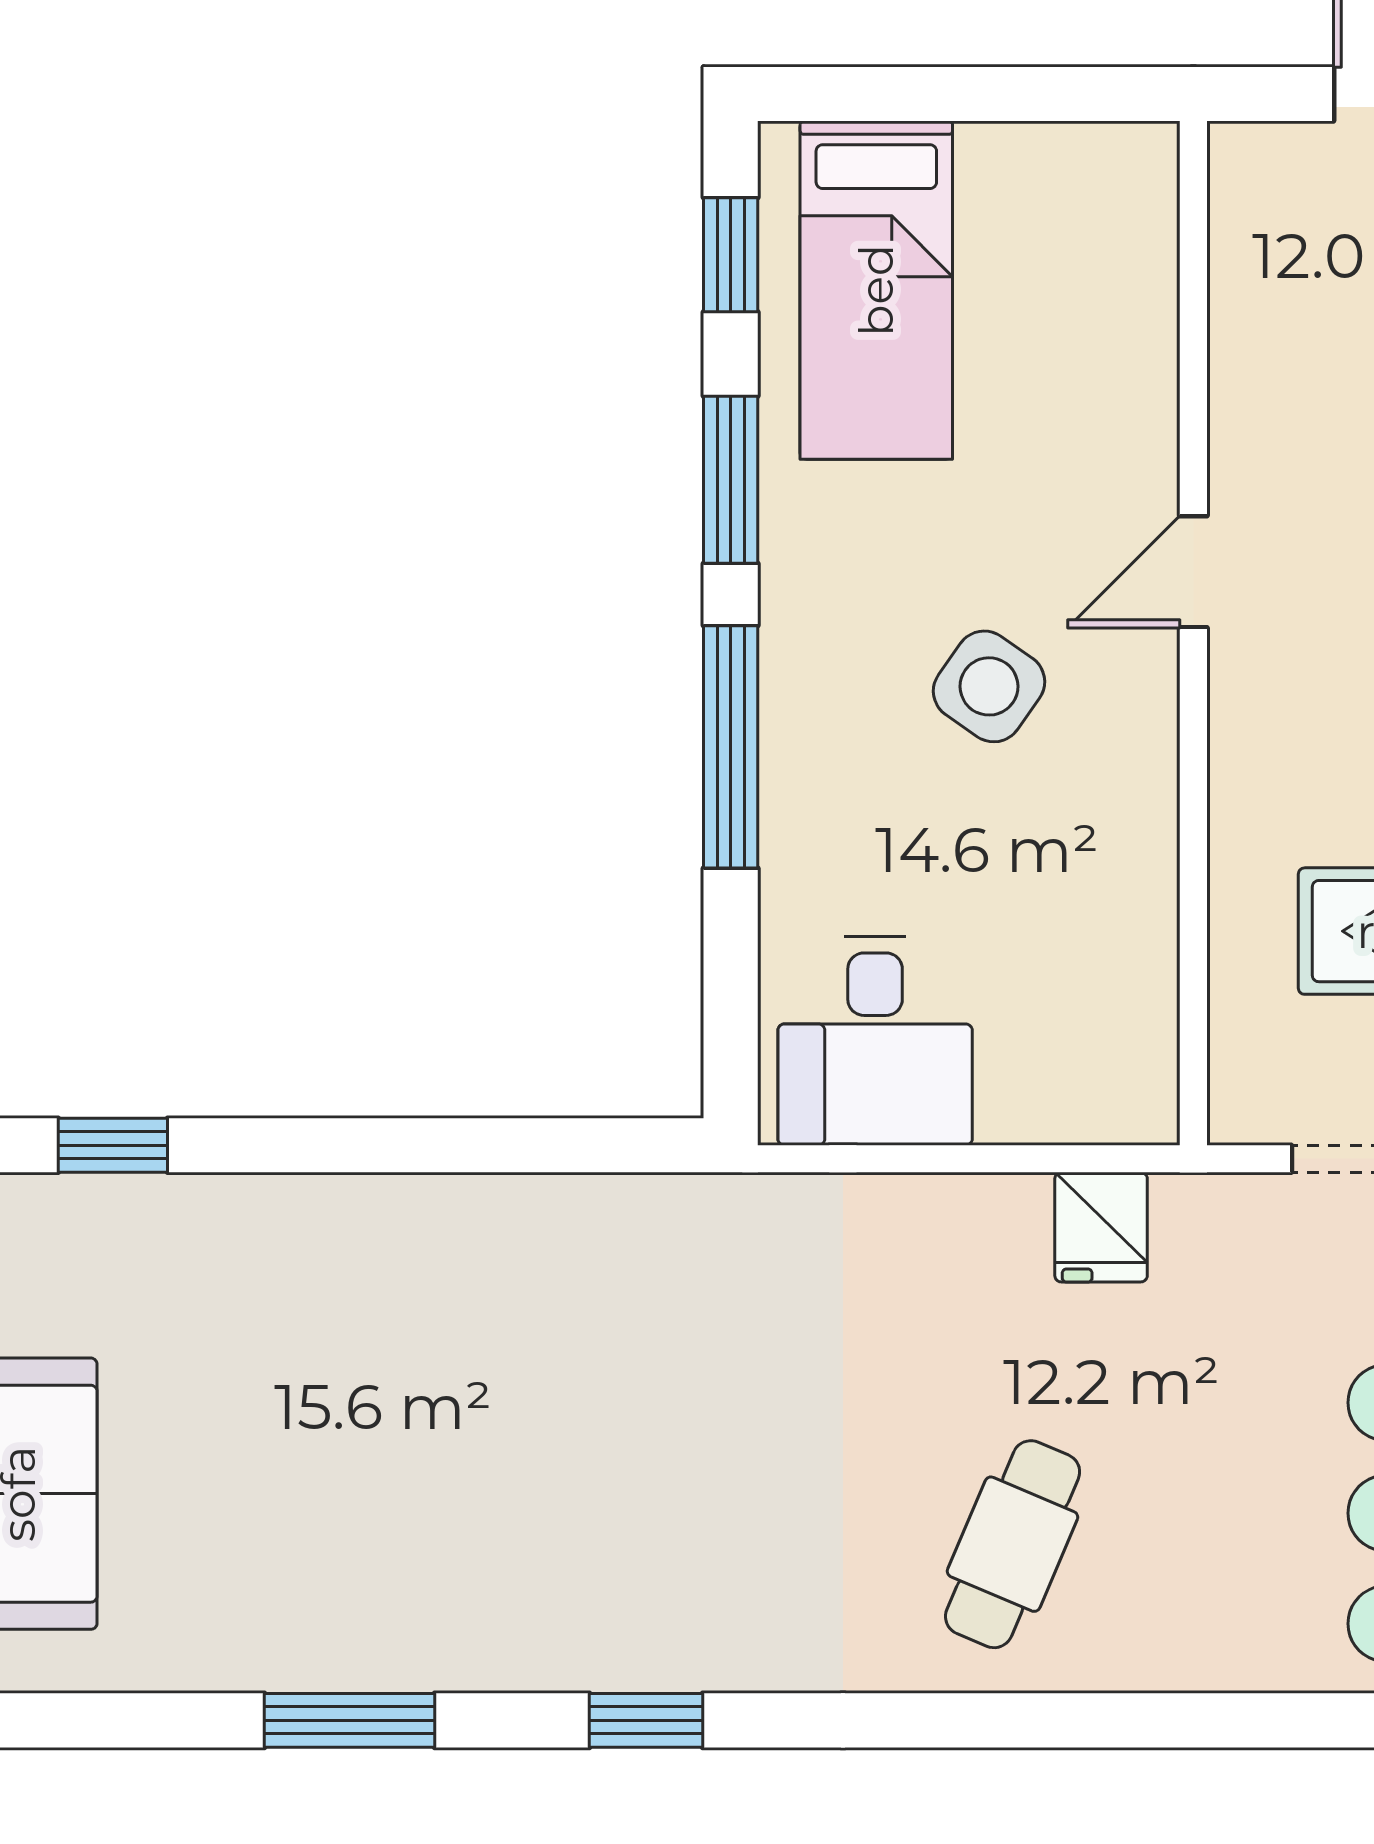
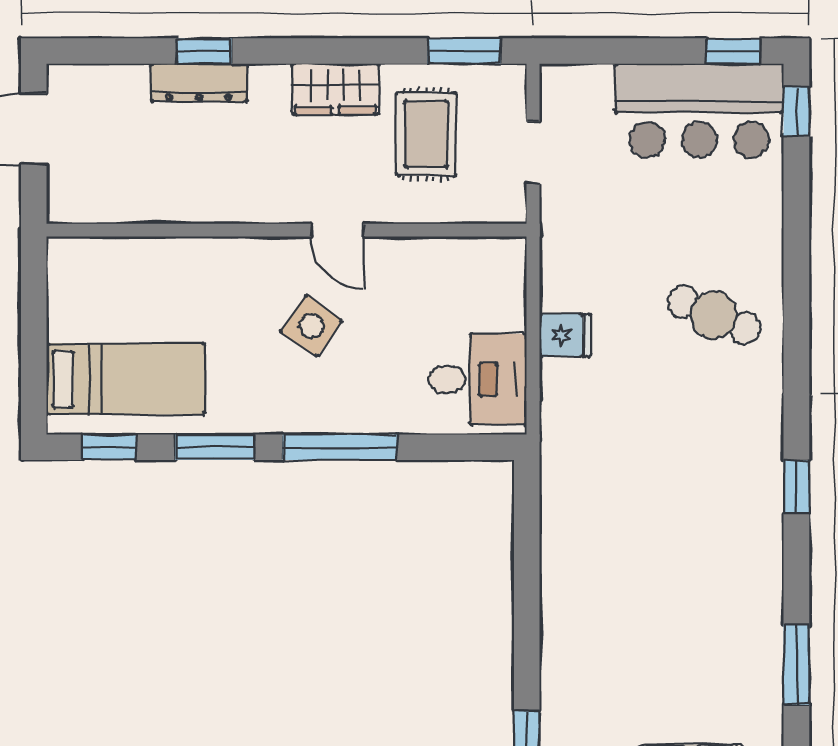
door: (1193, 572) -> (337, 230), moved
fridge: (1101, 1227) -> (565, 335), moved
window: (349, 1720) -> (796, 665), moved

